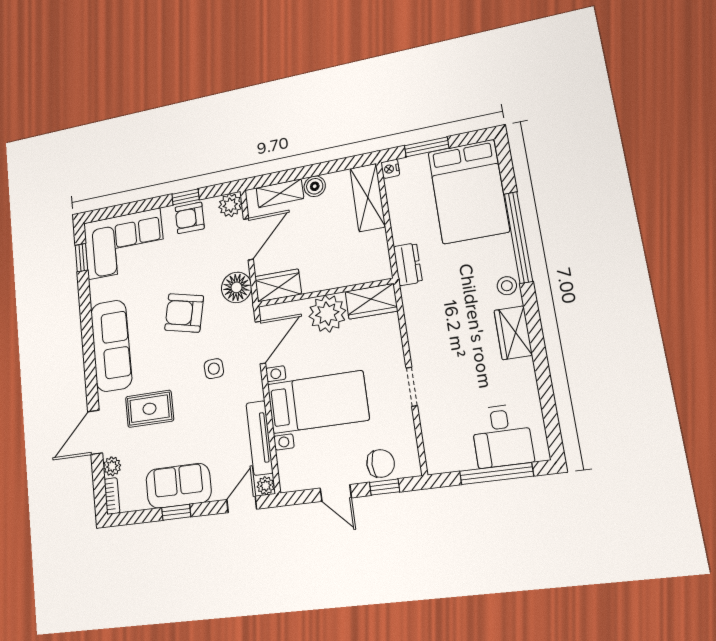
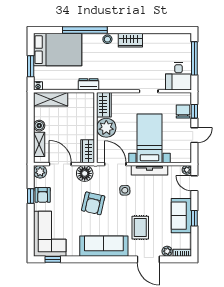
desk: (502, 436) -> (178, 76), moved, turned 90
tv unit: (260, 438) -> (149, 170), moved

